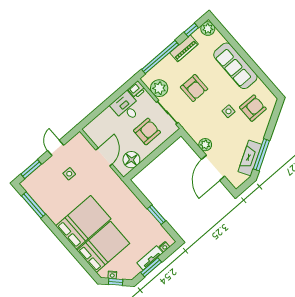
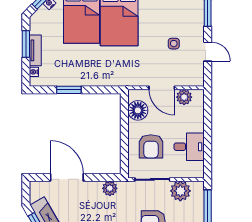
printer: (137, 89) -> (197, 170), removed
plant: (97, 138) -> (184, 97), added
plant: (205, 145) -> (110, 188), moved

